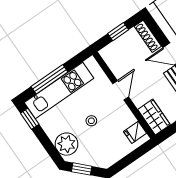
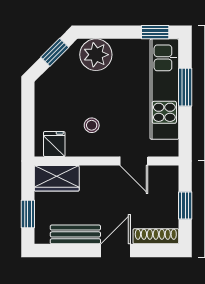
window: (49, 79) -> (185, 87), width x0.69
door: (121, 90) -> (134, 161), moved
stool: (91, 121) -> (92, 125), moved

